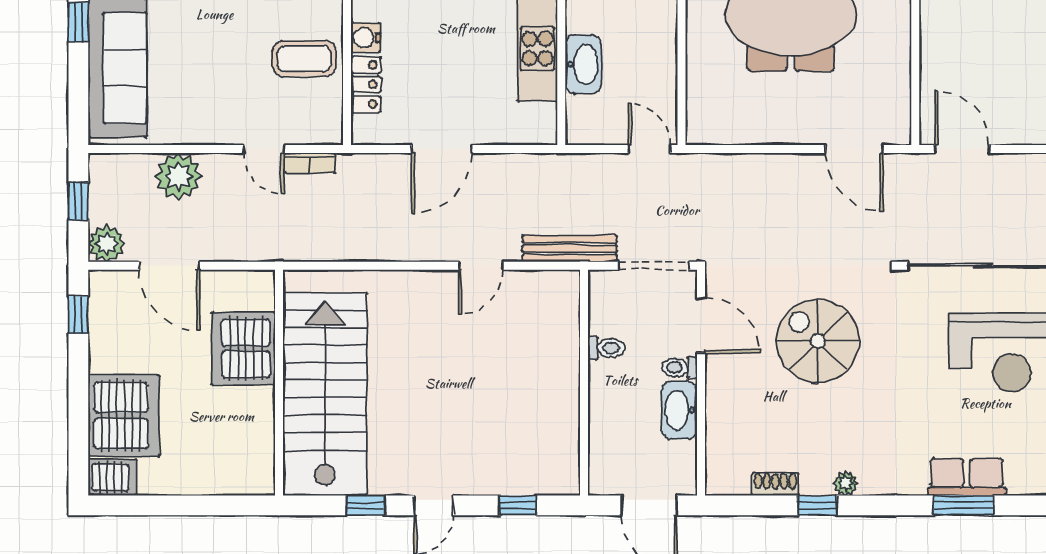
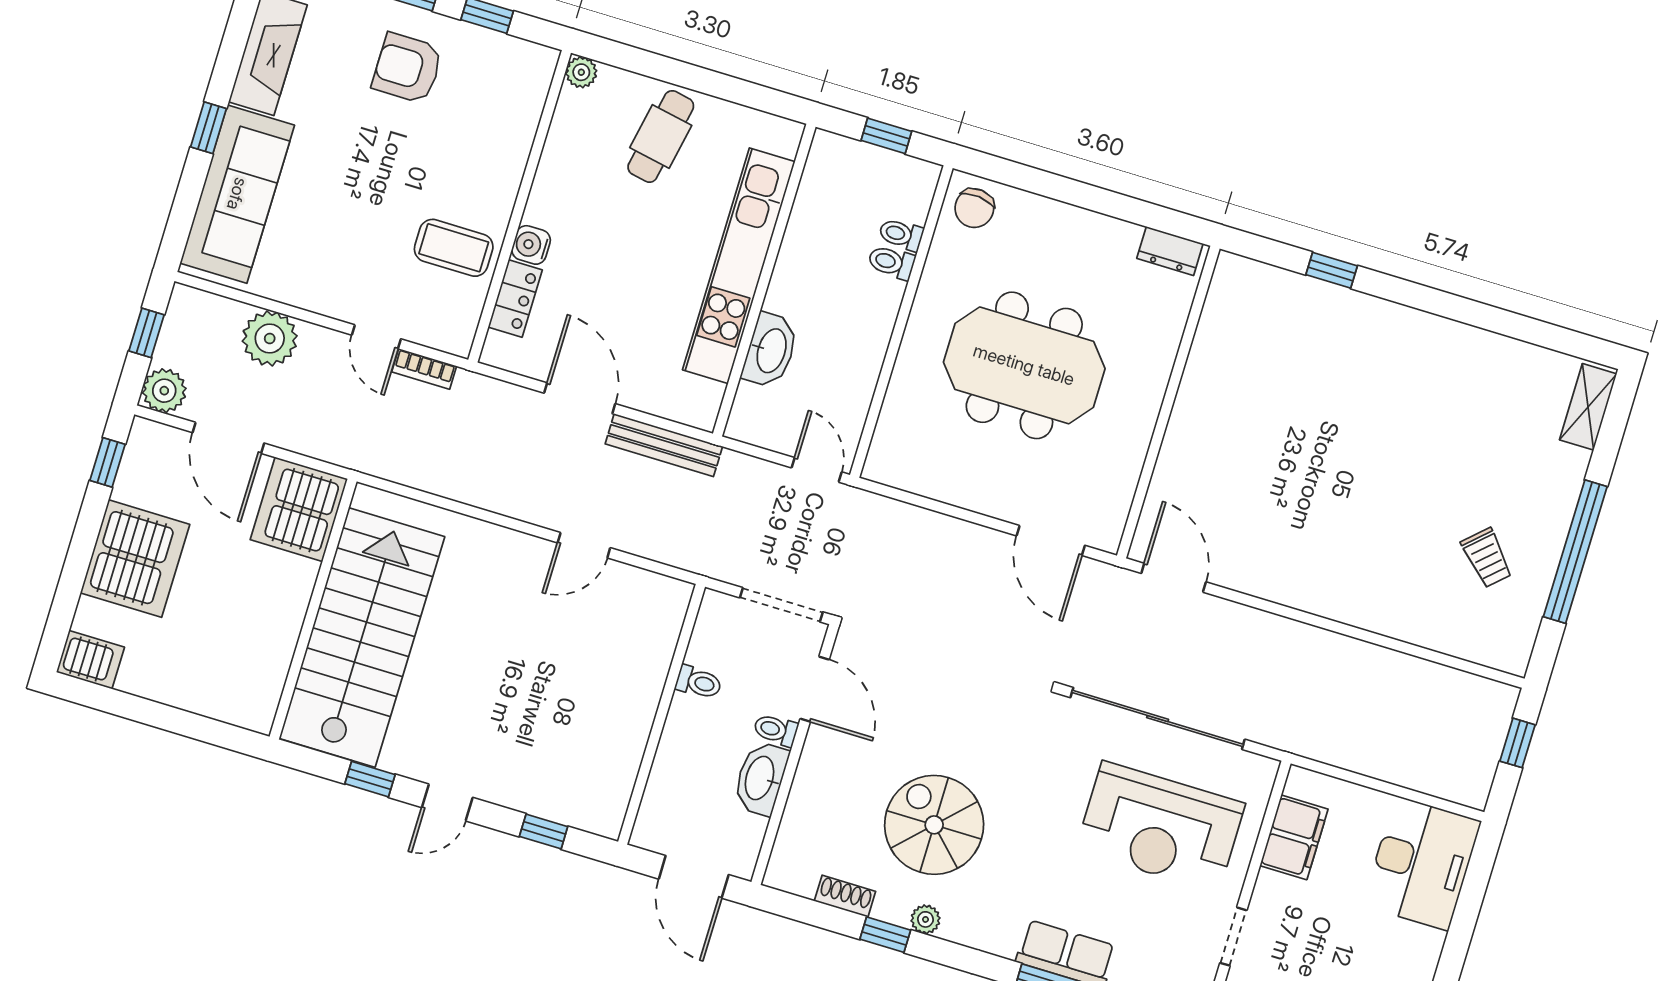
door: (442, 149) -> (580, 398), swing flipped
bench: (570, 249) -> (664, 445), moved
spiral stairs: (818, 341) -> (934, 825), moved
server rack: (243, 348) -> (299, 509), moved
server rack: (124, 415) -> (135, 559), moved

